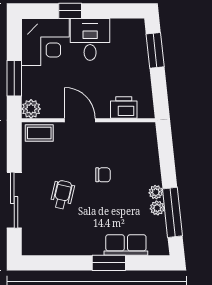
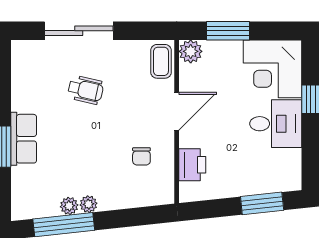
chair: (103, 175) -> (141, 156), moved
row of seats: (126, 245) -> (24, 139), moved

